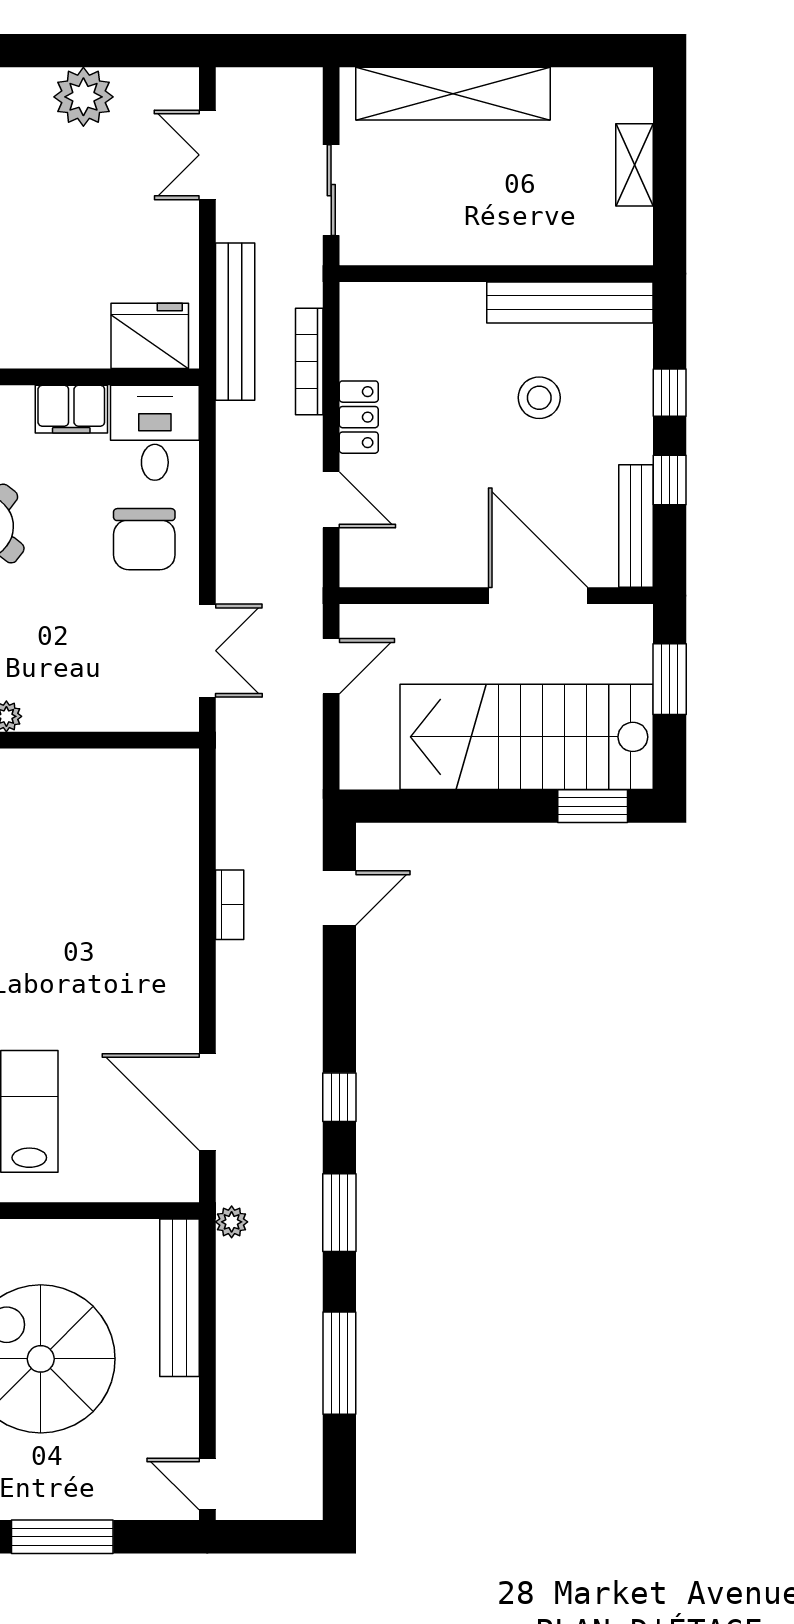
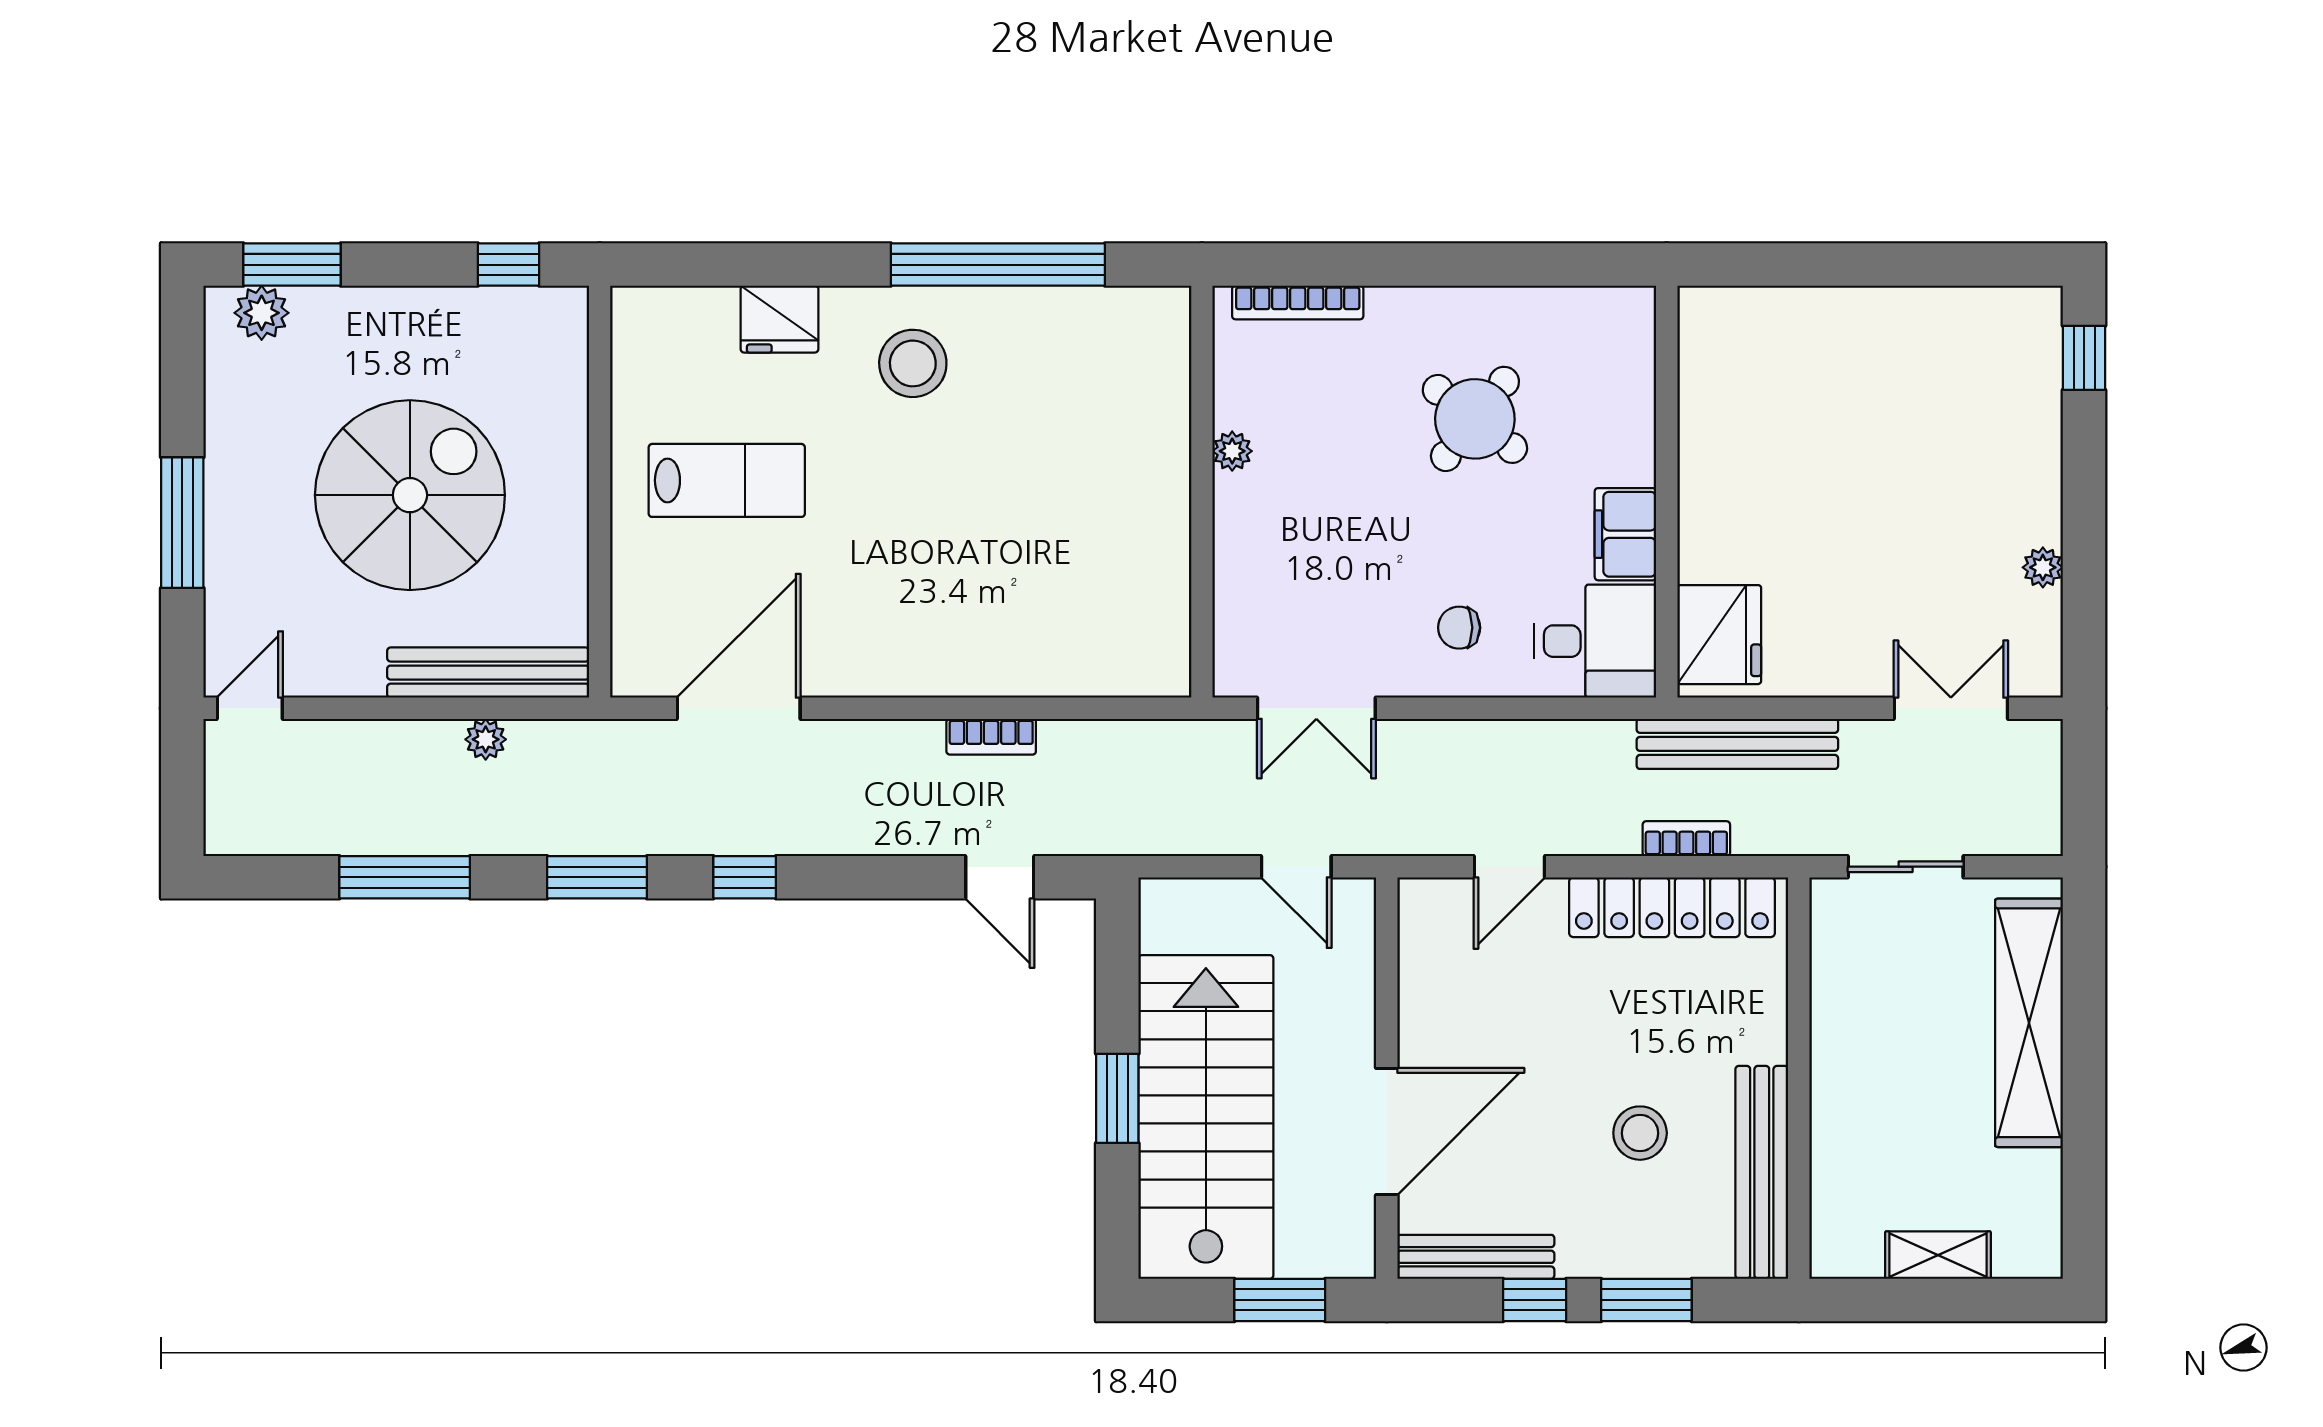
plant: (83, 97) -> (2043, 567), width x0.53, depth x0.53
bookcase: (309, 362) -> (1686, 839), width x0.64
window: (670, 393) -> (1646, 1300), width x1.50
locker: (359, 417) -> (1672, 907), width x2.16, depth x1.21
chair: (144, 539) -> (1459, 628), width x0.54, depth x0.54
window: (593, 806) -> (1117, 1098), moved
plant: (232, 1222) -> (486, 739), moved

